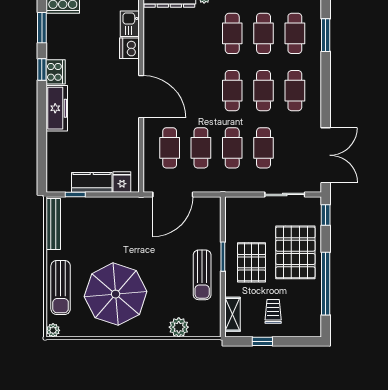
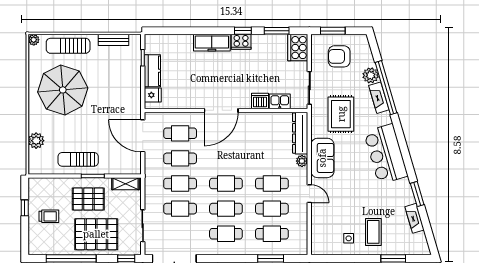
bench: (53, 224) -> (114, 40), width x0.73
shelving: (233, 314) -> (126, 184), moved

